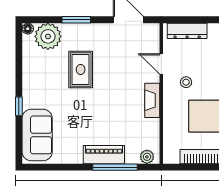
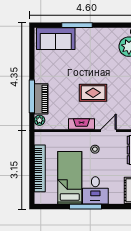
rug: (81, 69) -> (93, 93), moved
window: (19, 106) -> (77, 25), width x2.17
piano: (104, 155) -> (41, 99), moved

